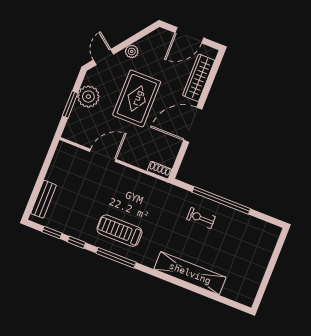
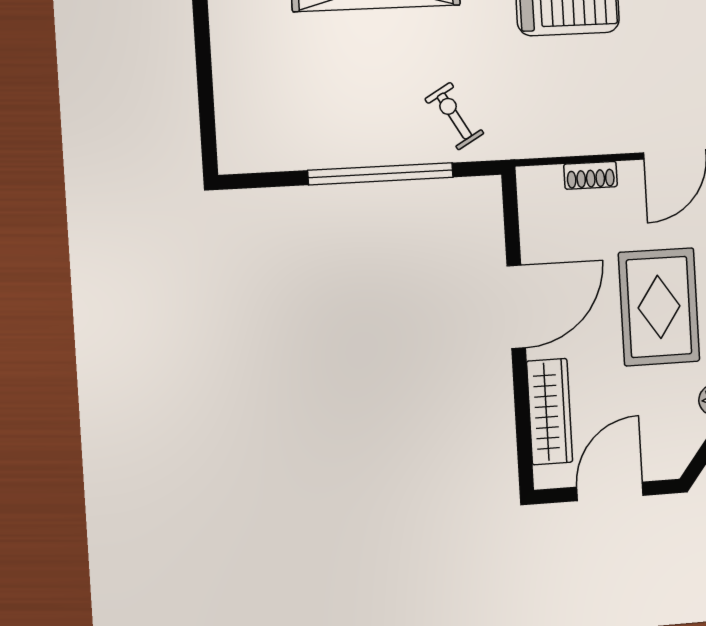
shoe rack: (159, 170) -> (591, 175), moved
exercise bike: (201, 218) -> (454, 116), moved, turned -120

